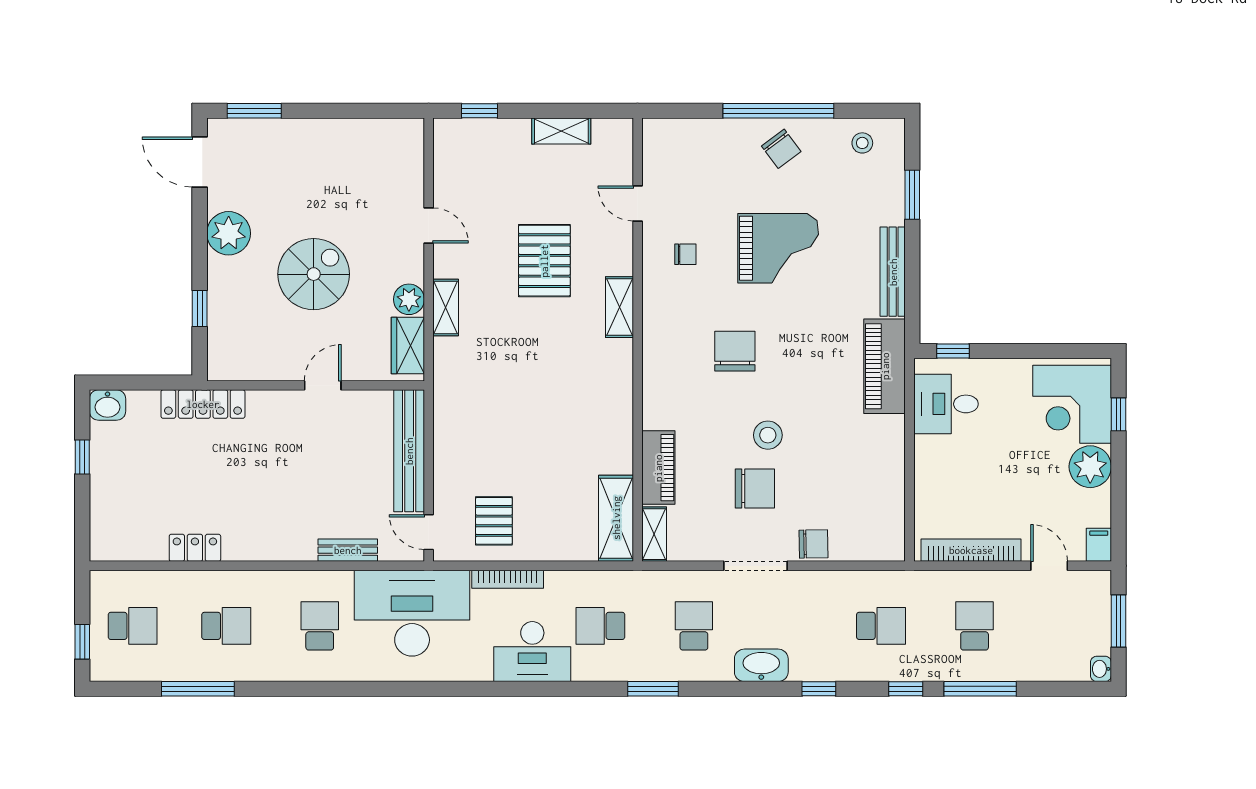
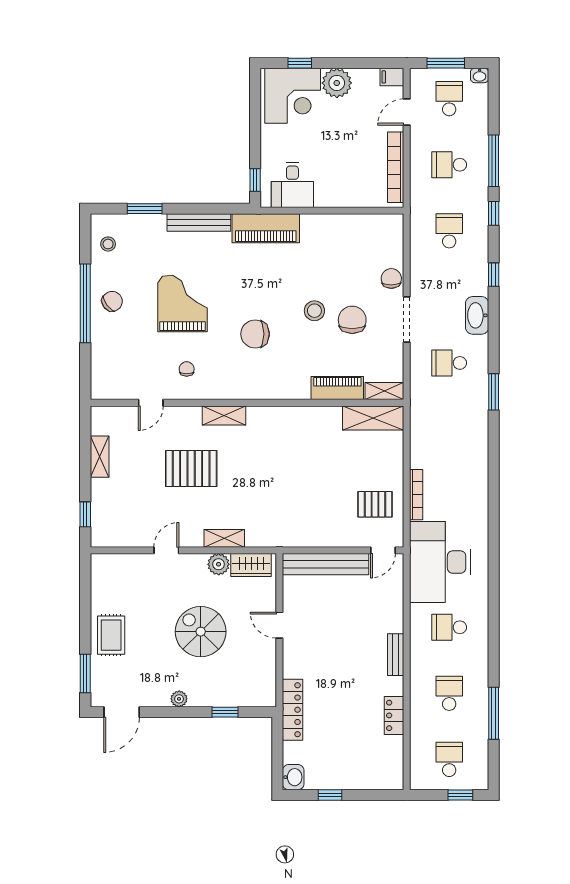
rug: (309, 147) -> (111, 635), added
plant: (229, 233) -> (179, 699), width x0.53, depth x0.53
bench: (348, 550) -> (396, 655), moved
school desk: (600, 626) -> (449, 99), moved, turned 180
desk: (532, 652) -> (467, 477), removed

